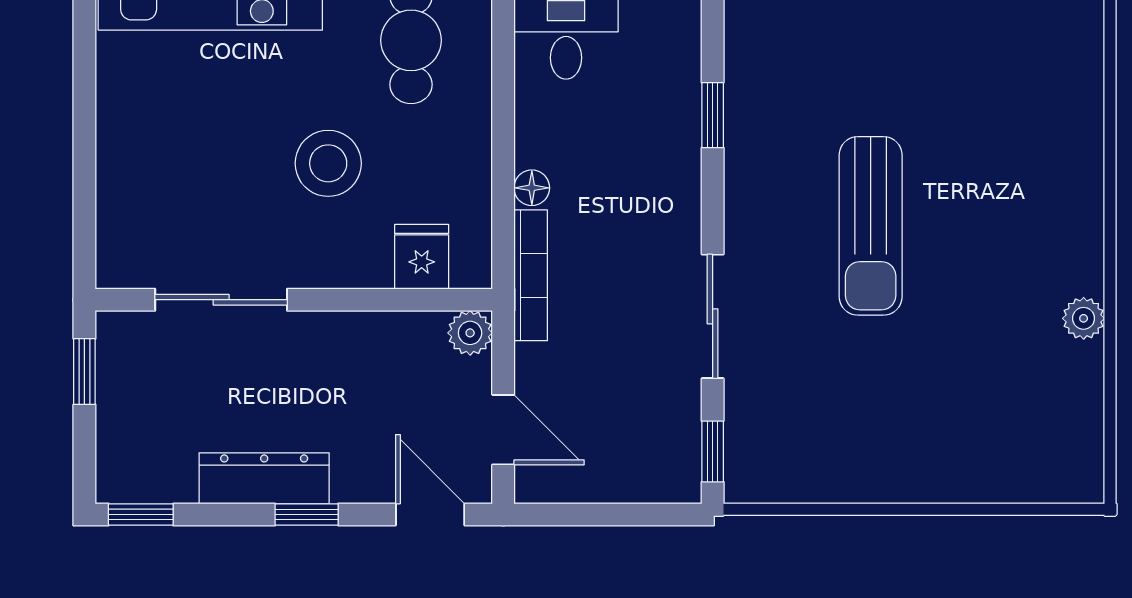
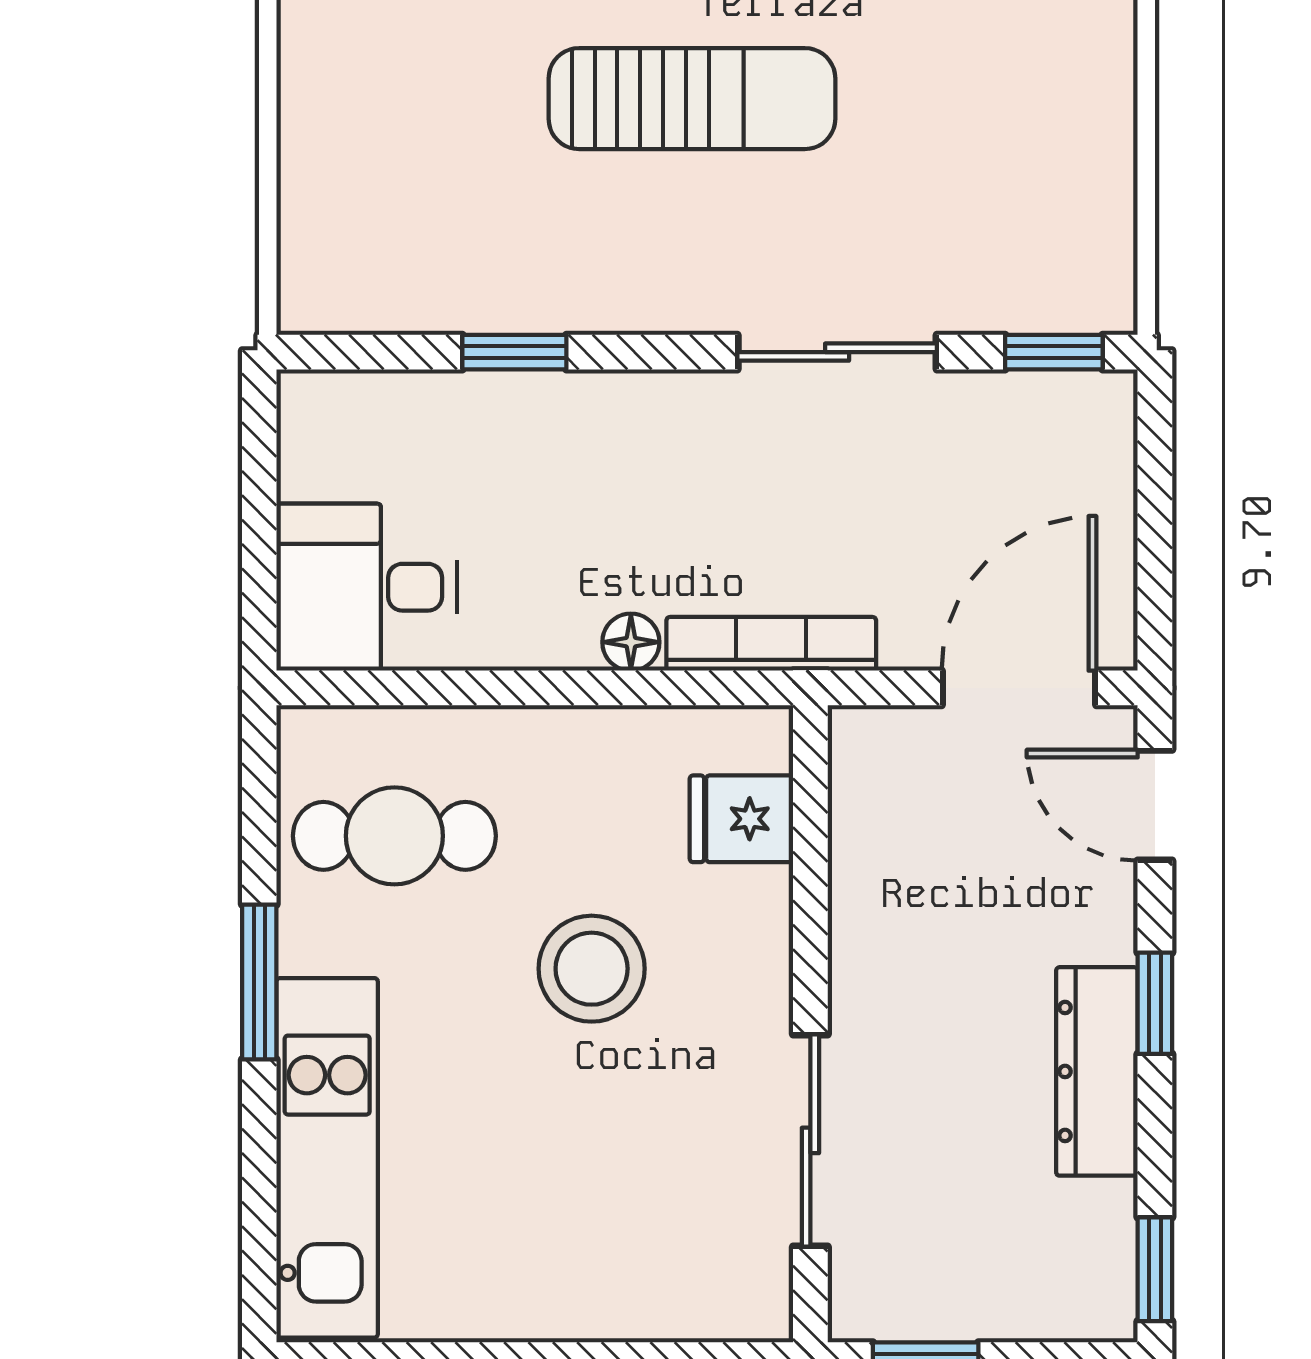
plant: (470, 333) -> (864, 741), removed
door: (503, 430) -> (1019, 688), width x1.38
door: (430, 515) -> (1155, 805), hinge flipped

